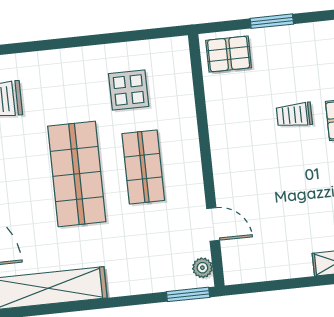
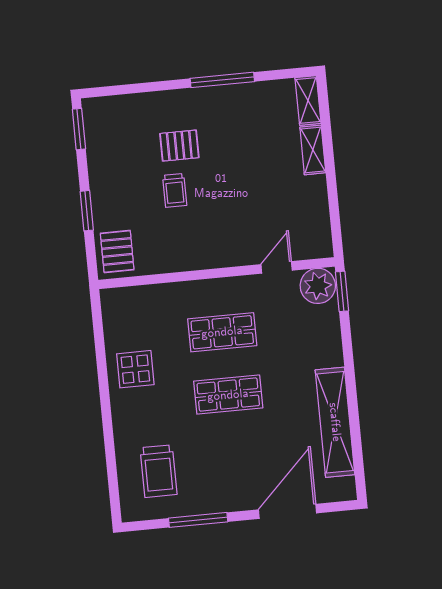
display table: (129, 90) -> (135, 369), moved
shop shelf: (77, 174) -> (228, 395), width x0.70, depth x0.74
plant: (202, 268) -> (318, 286), width x1.88, depth x1.88

